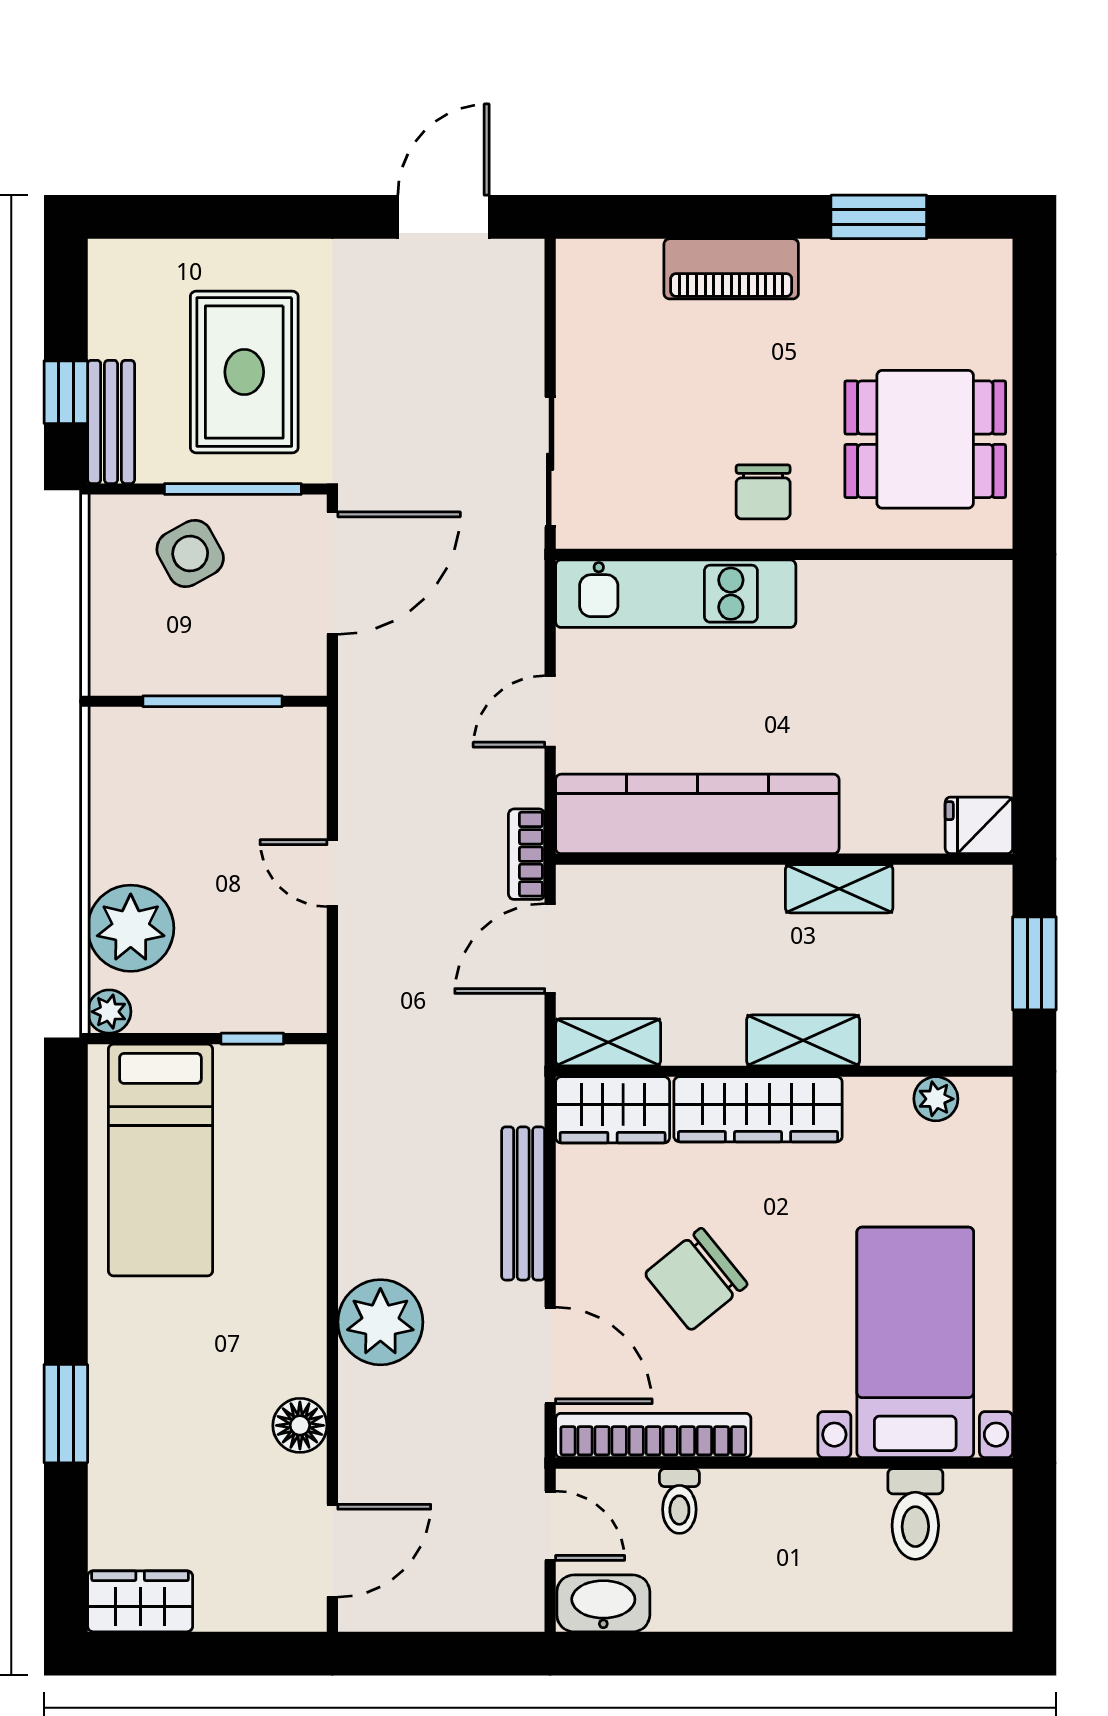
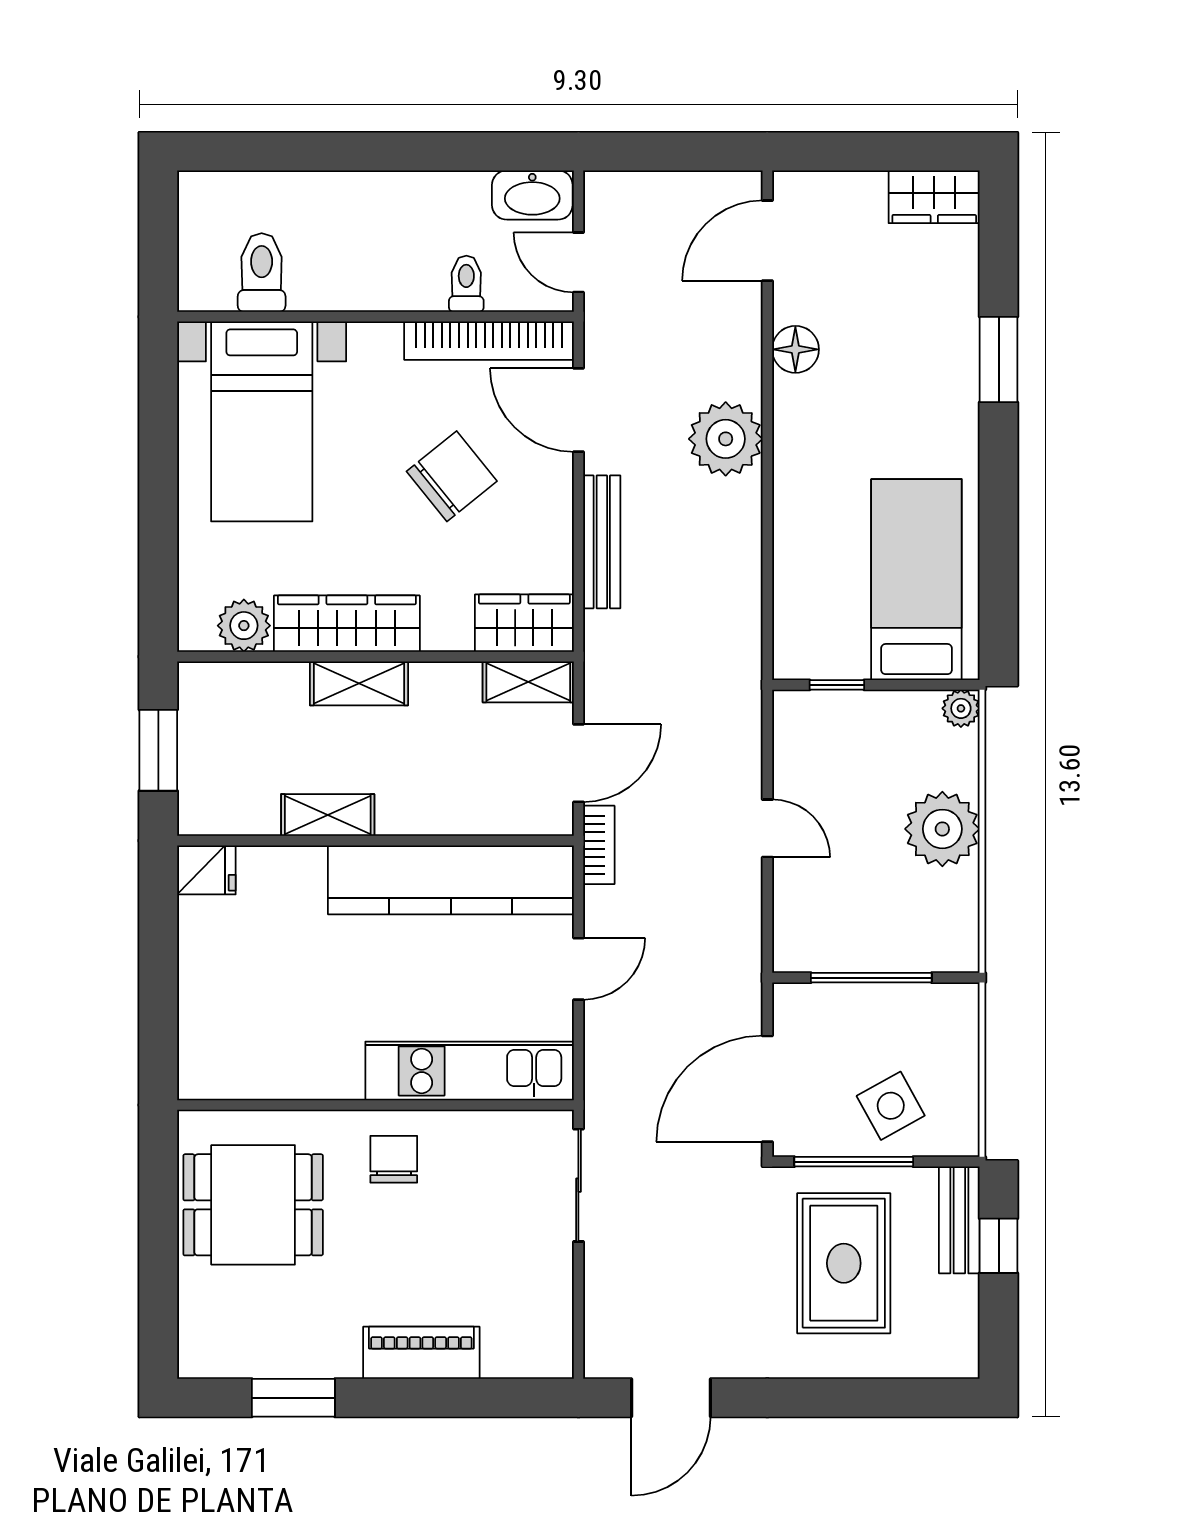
plant: (131, 928) -> (942, 829), moved
plant: (936, 1099) -> (244, 626), width x1.38, depth x1.38
wardrobe: (758, 1109) -> (347, 624), moved

